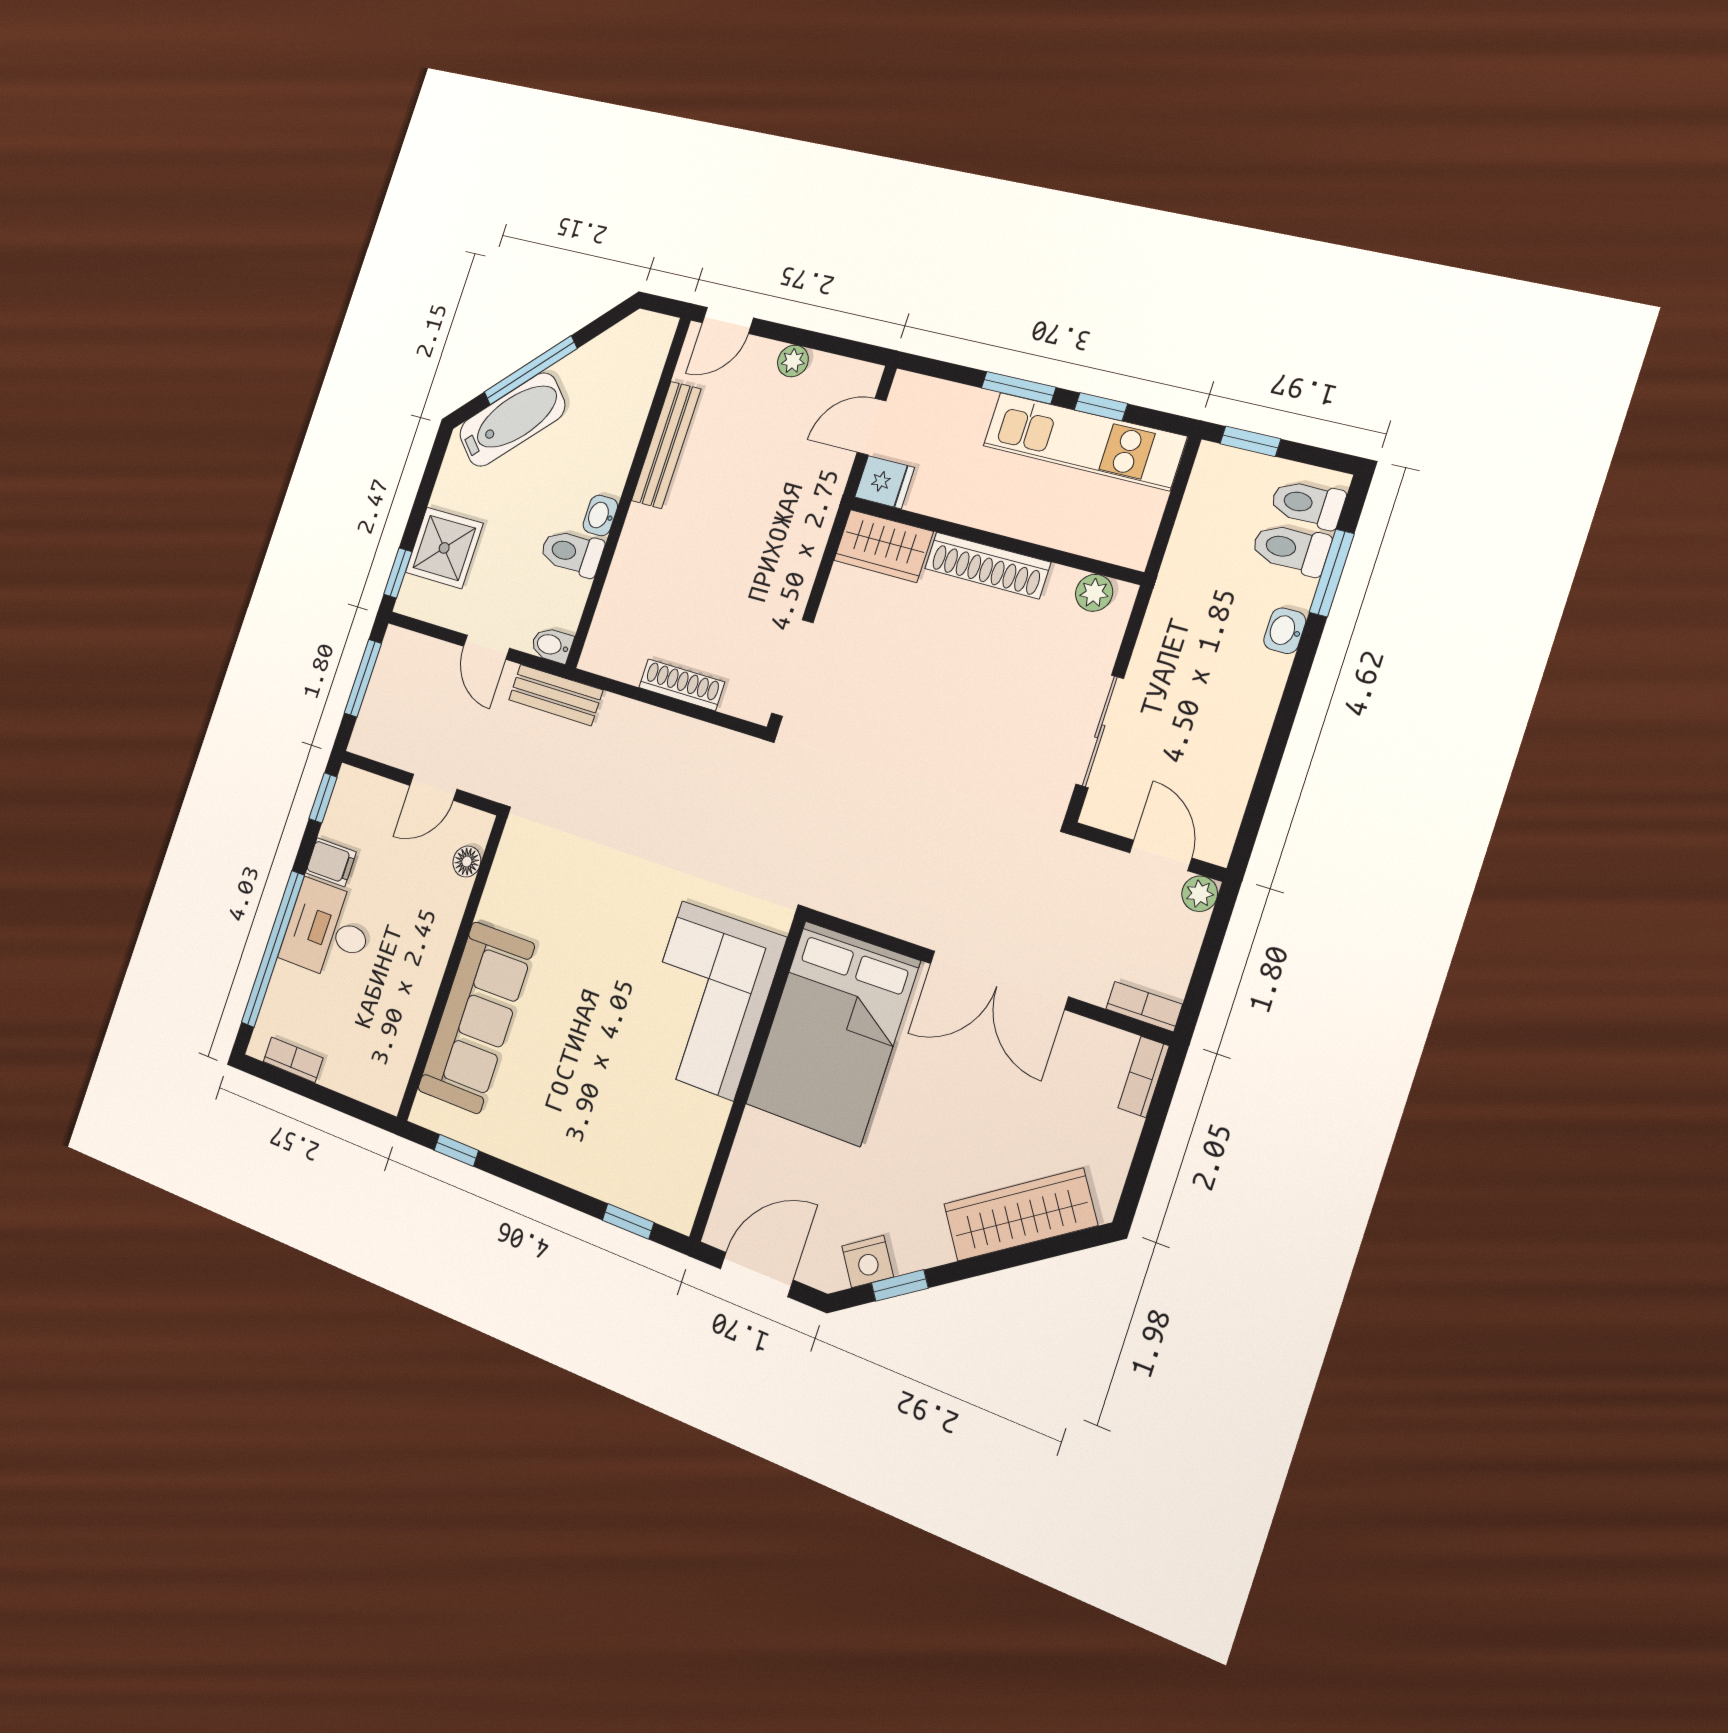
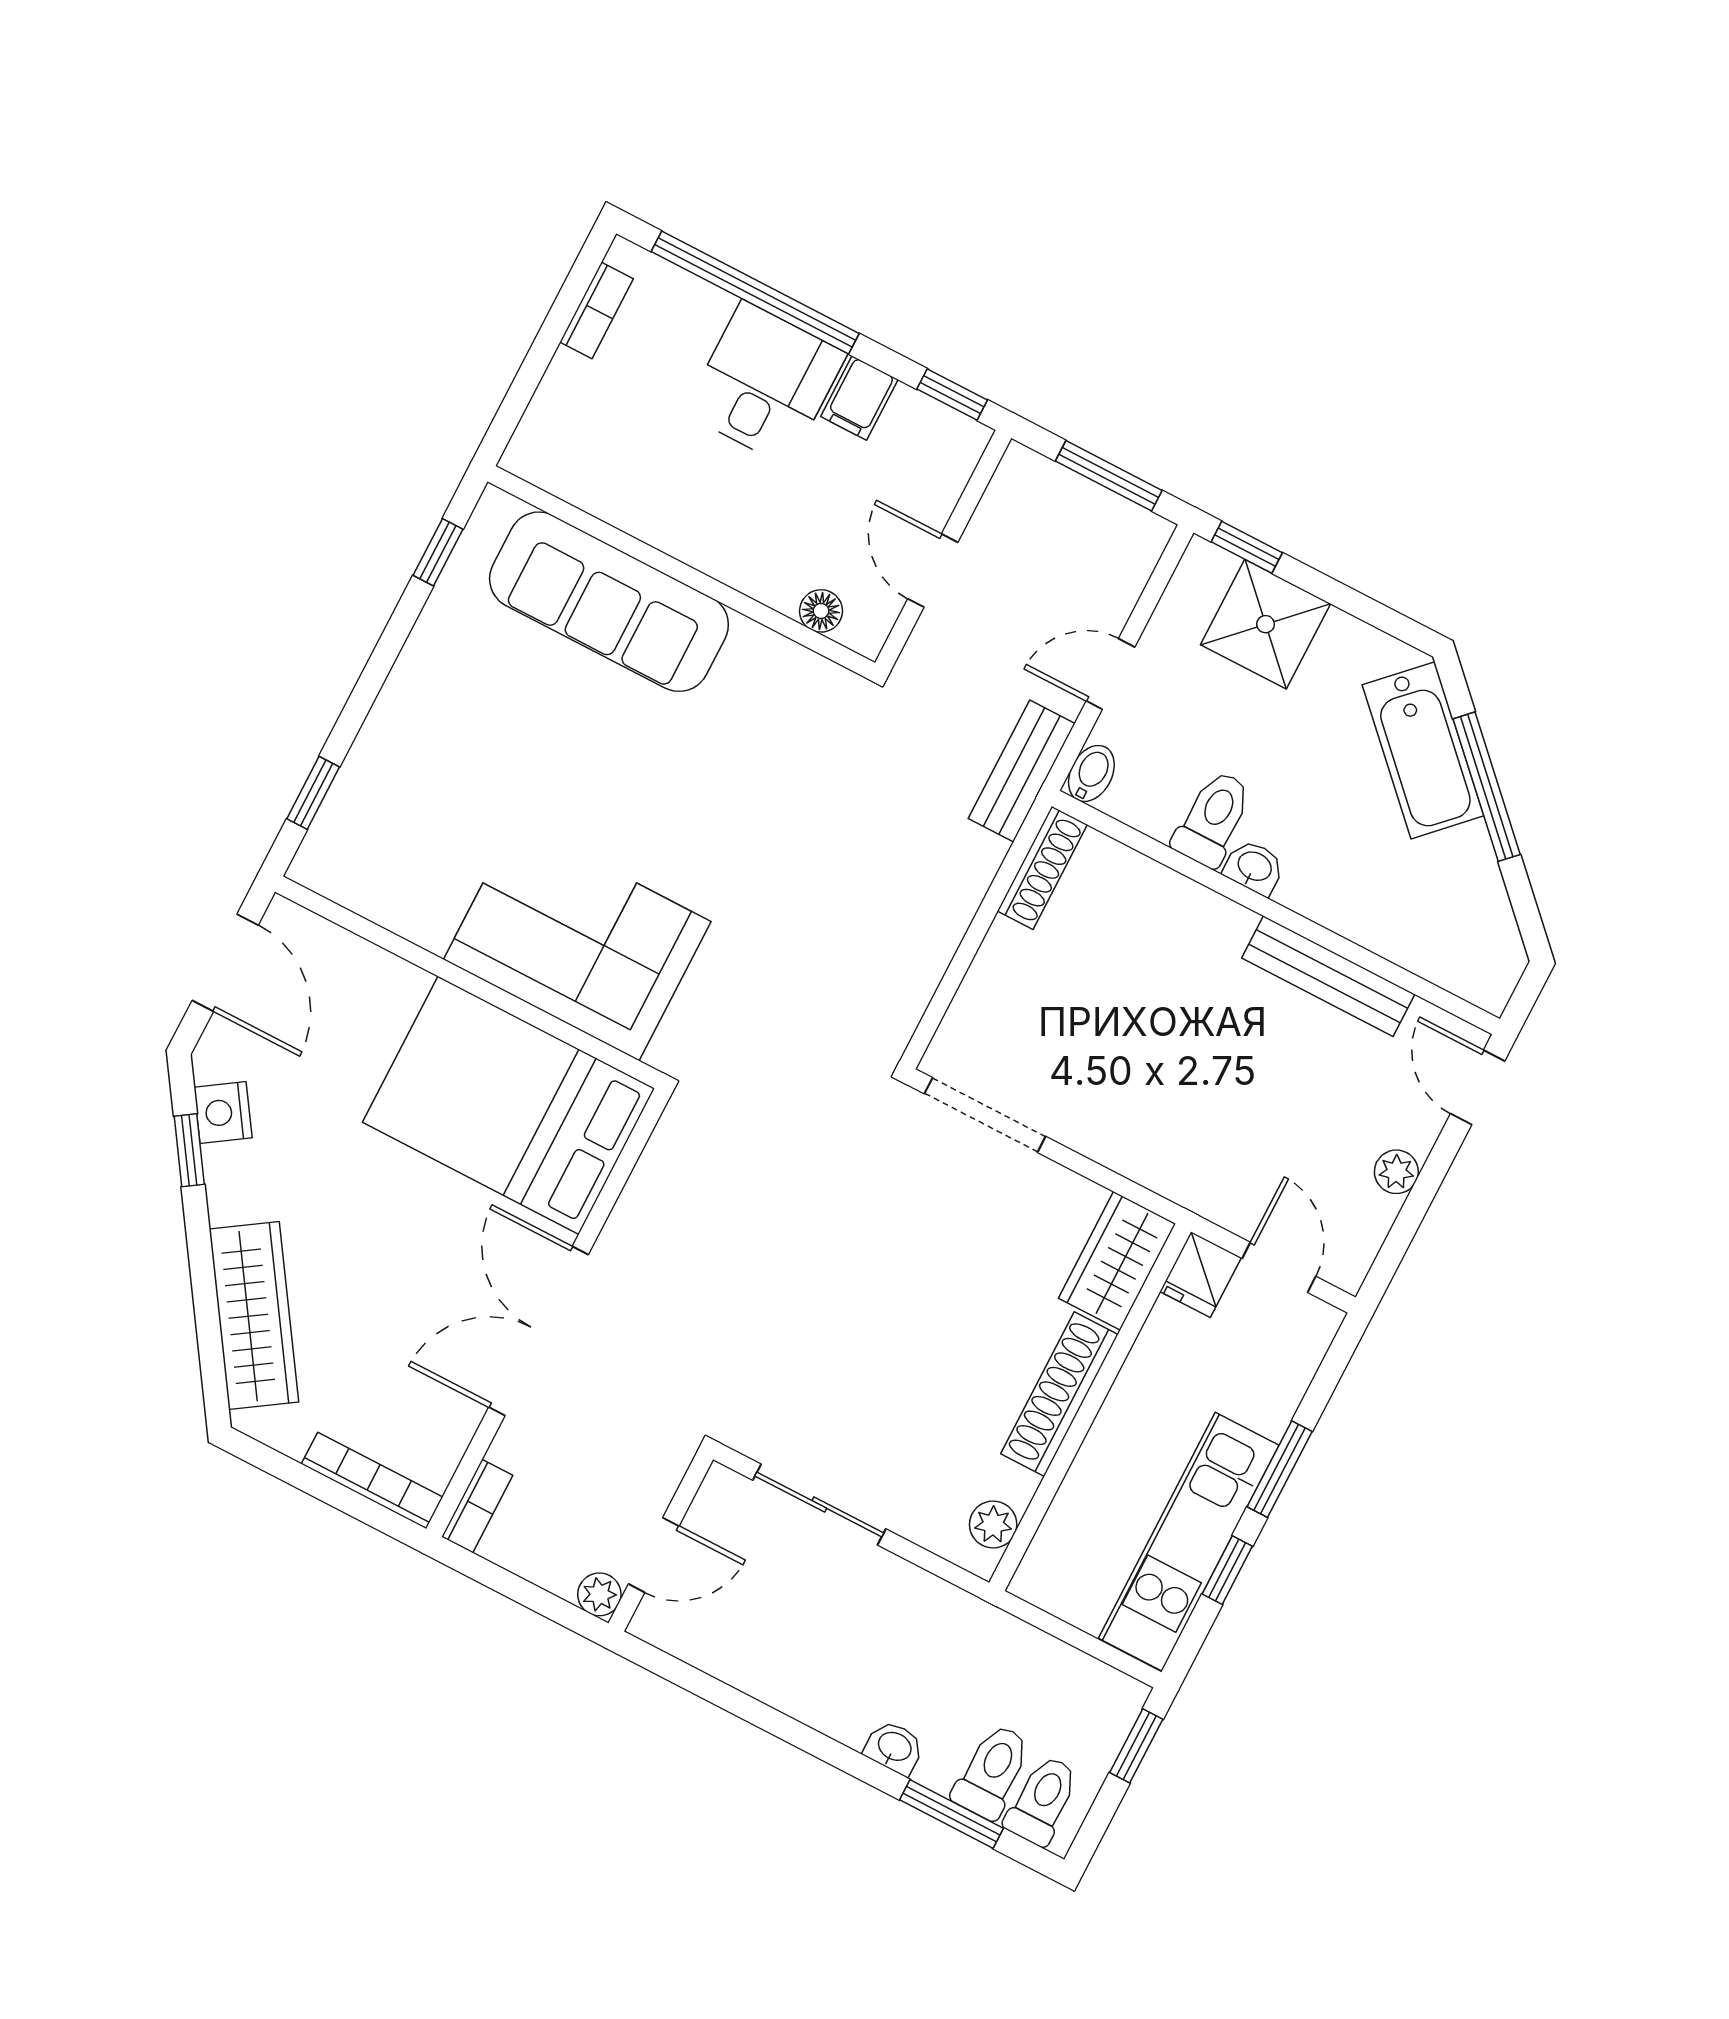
shoe rack: (682, 685) -> (1042, 868), moved
bookcase: (1144, 1077) -> (372, 1480), width x1.56

